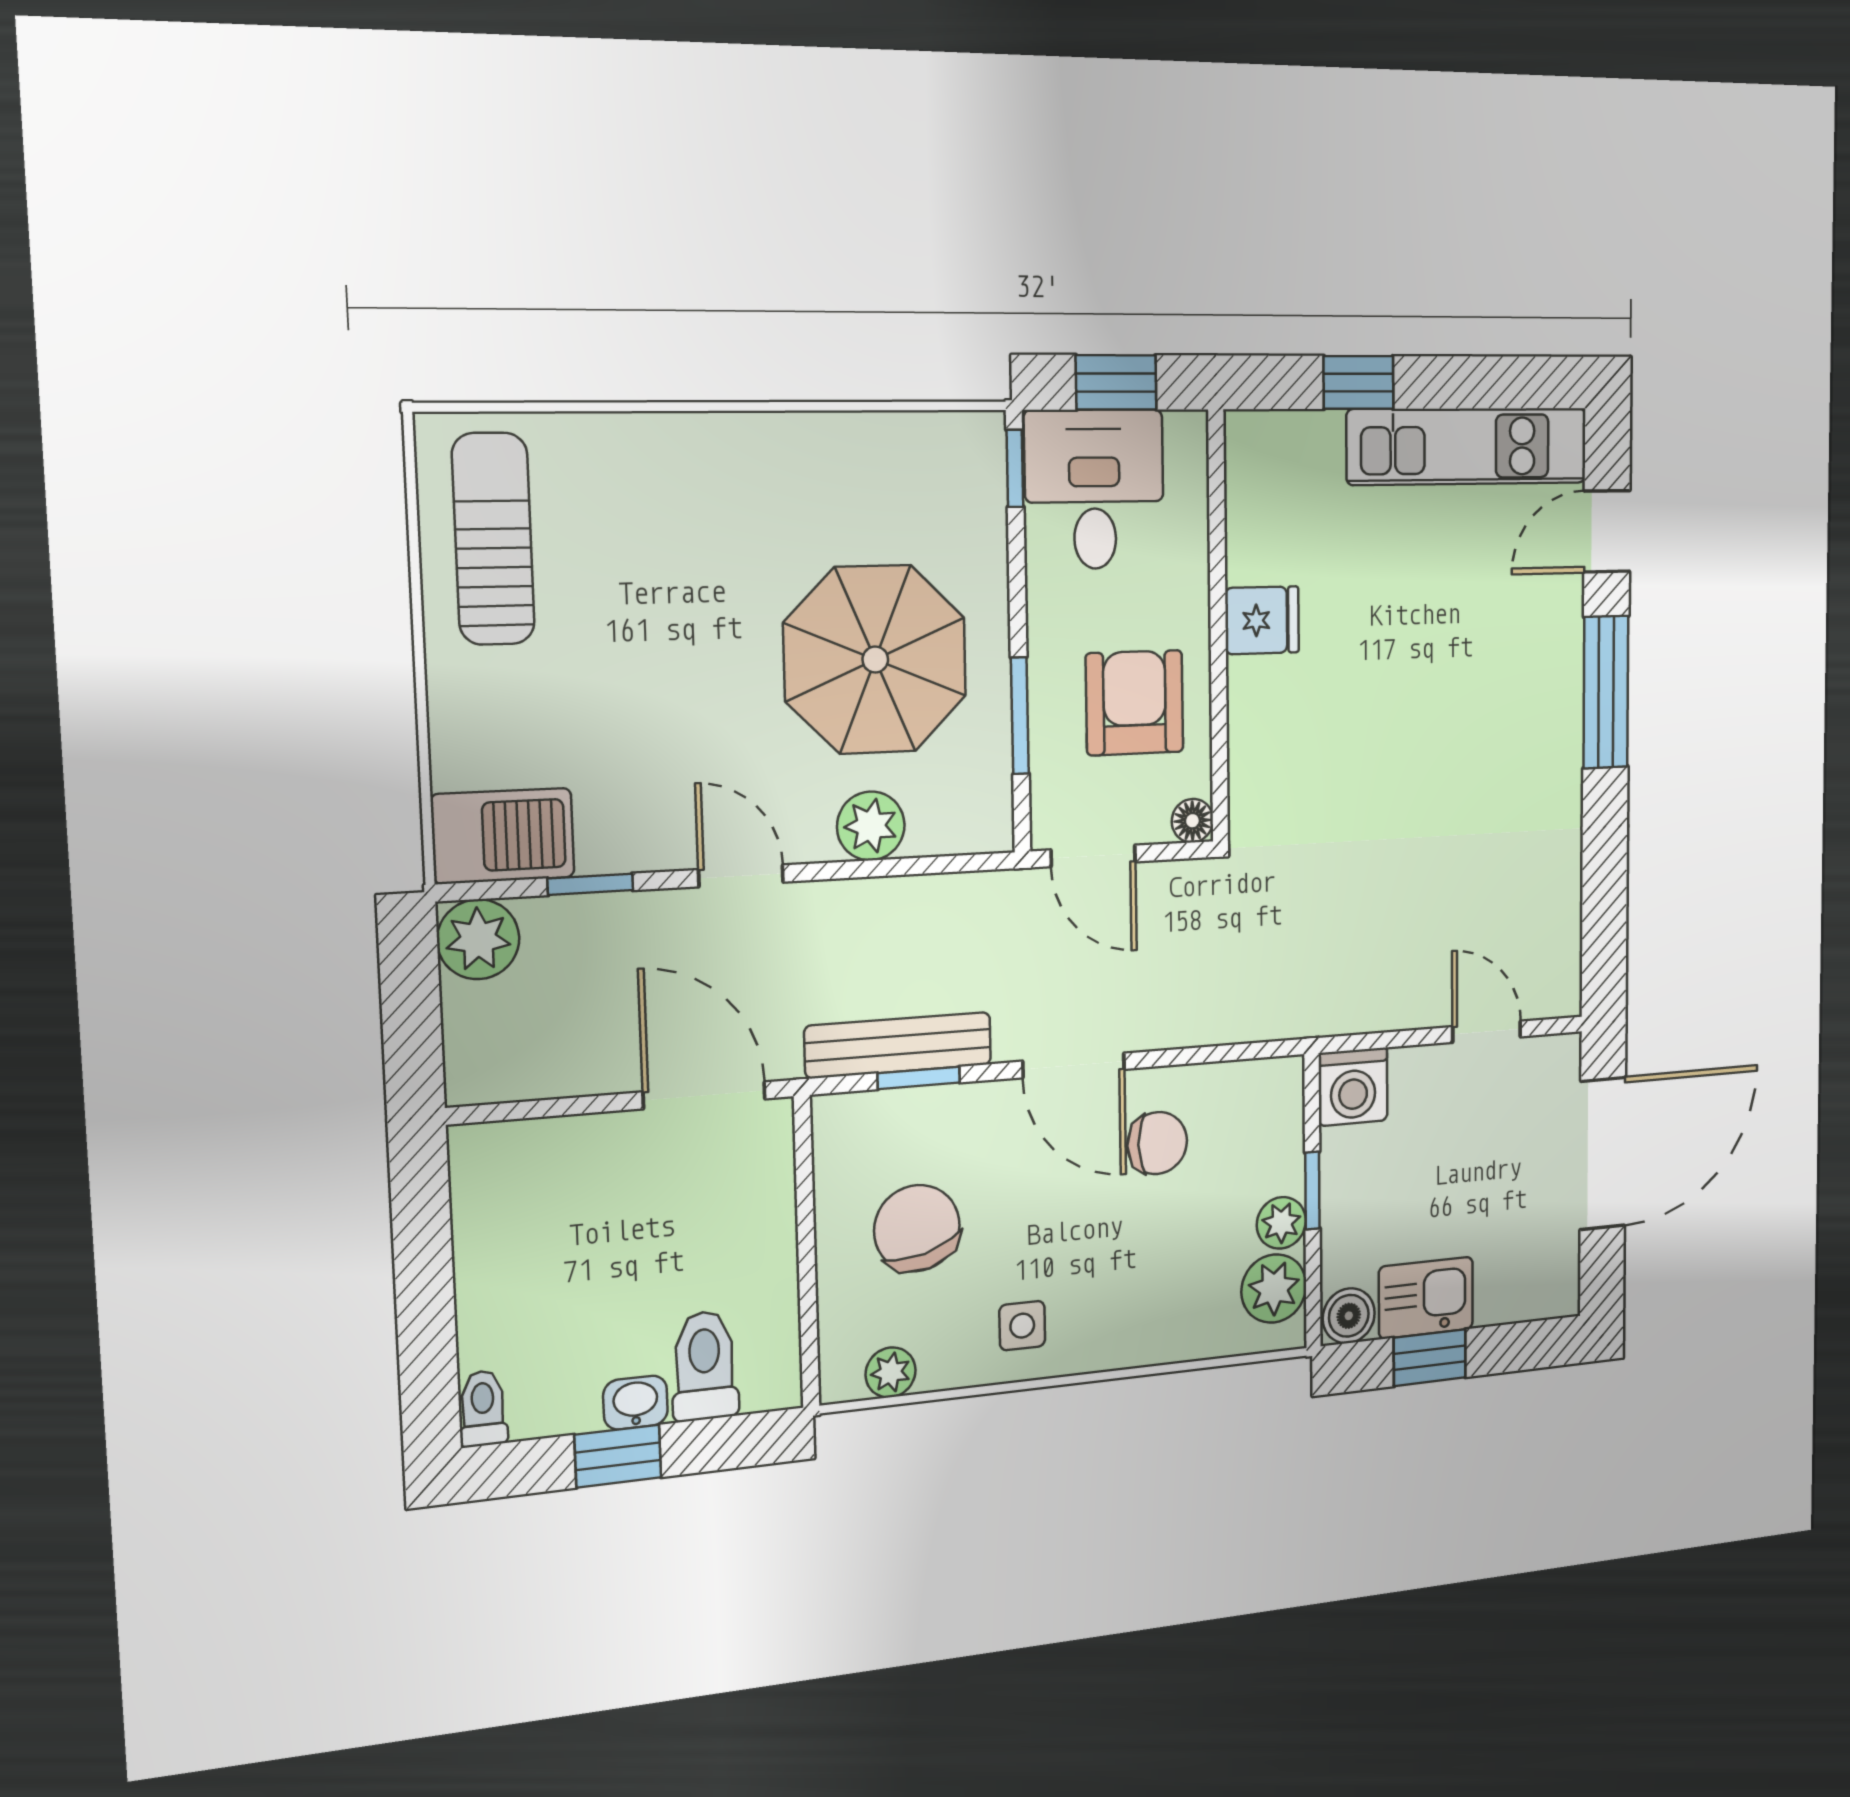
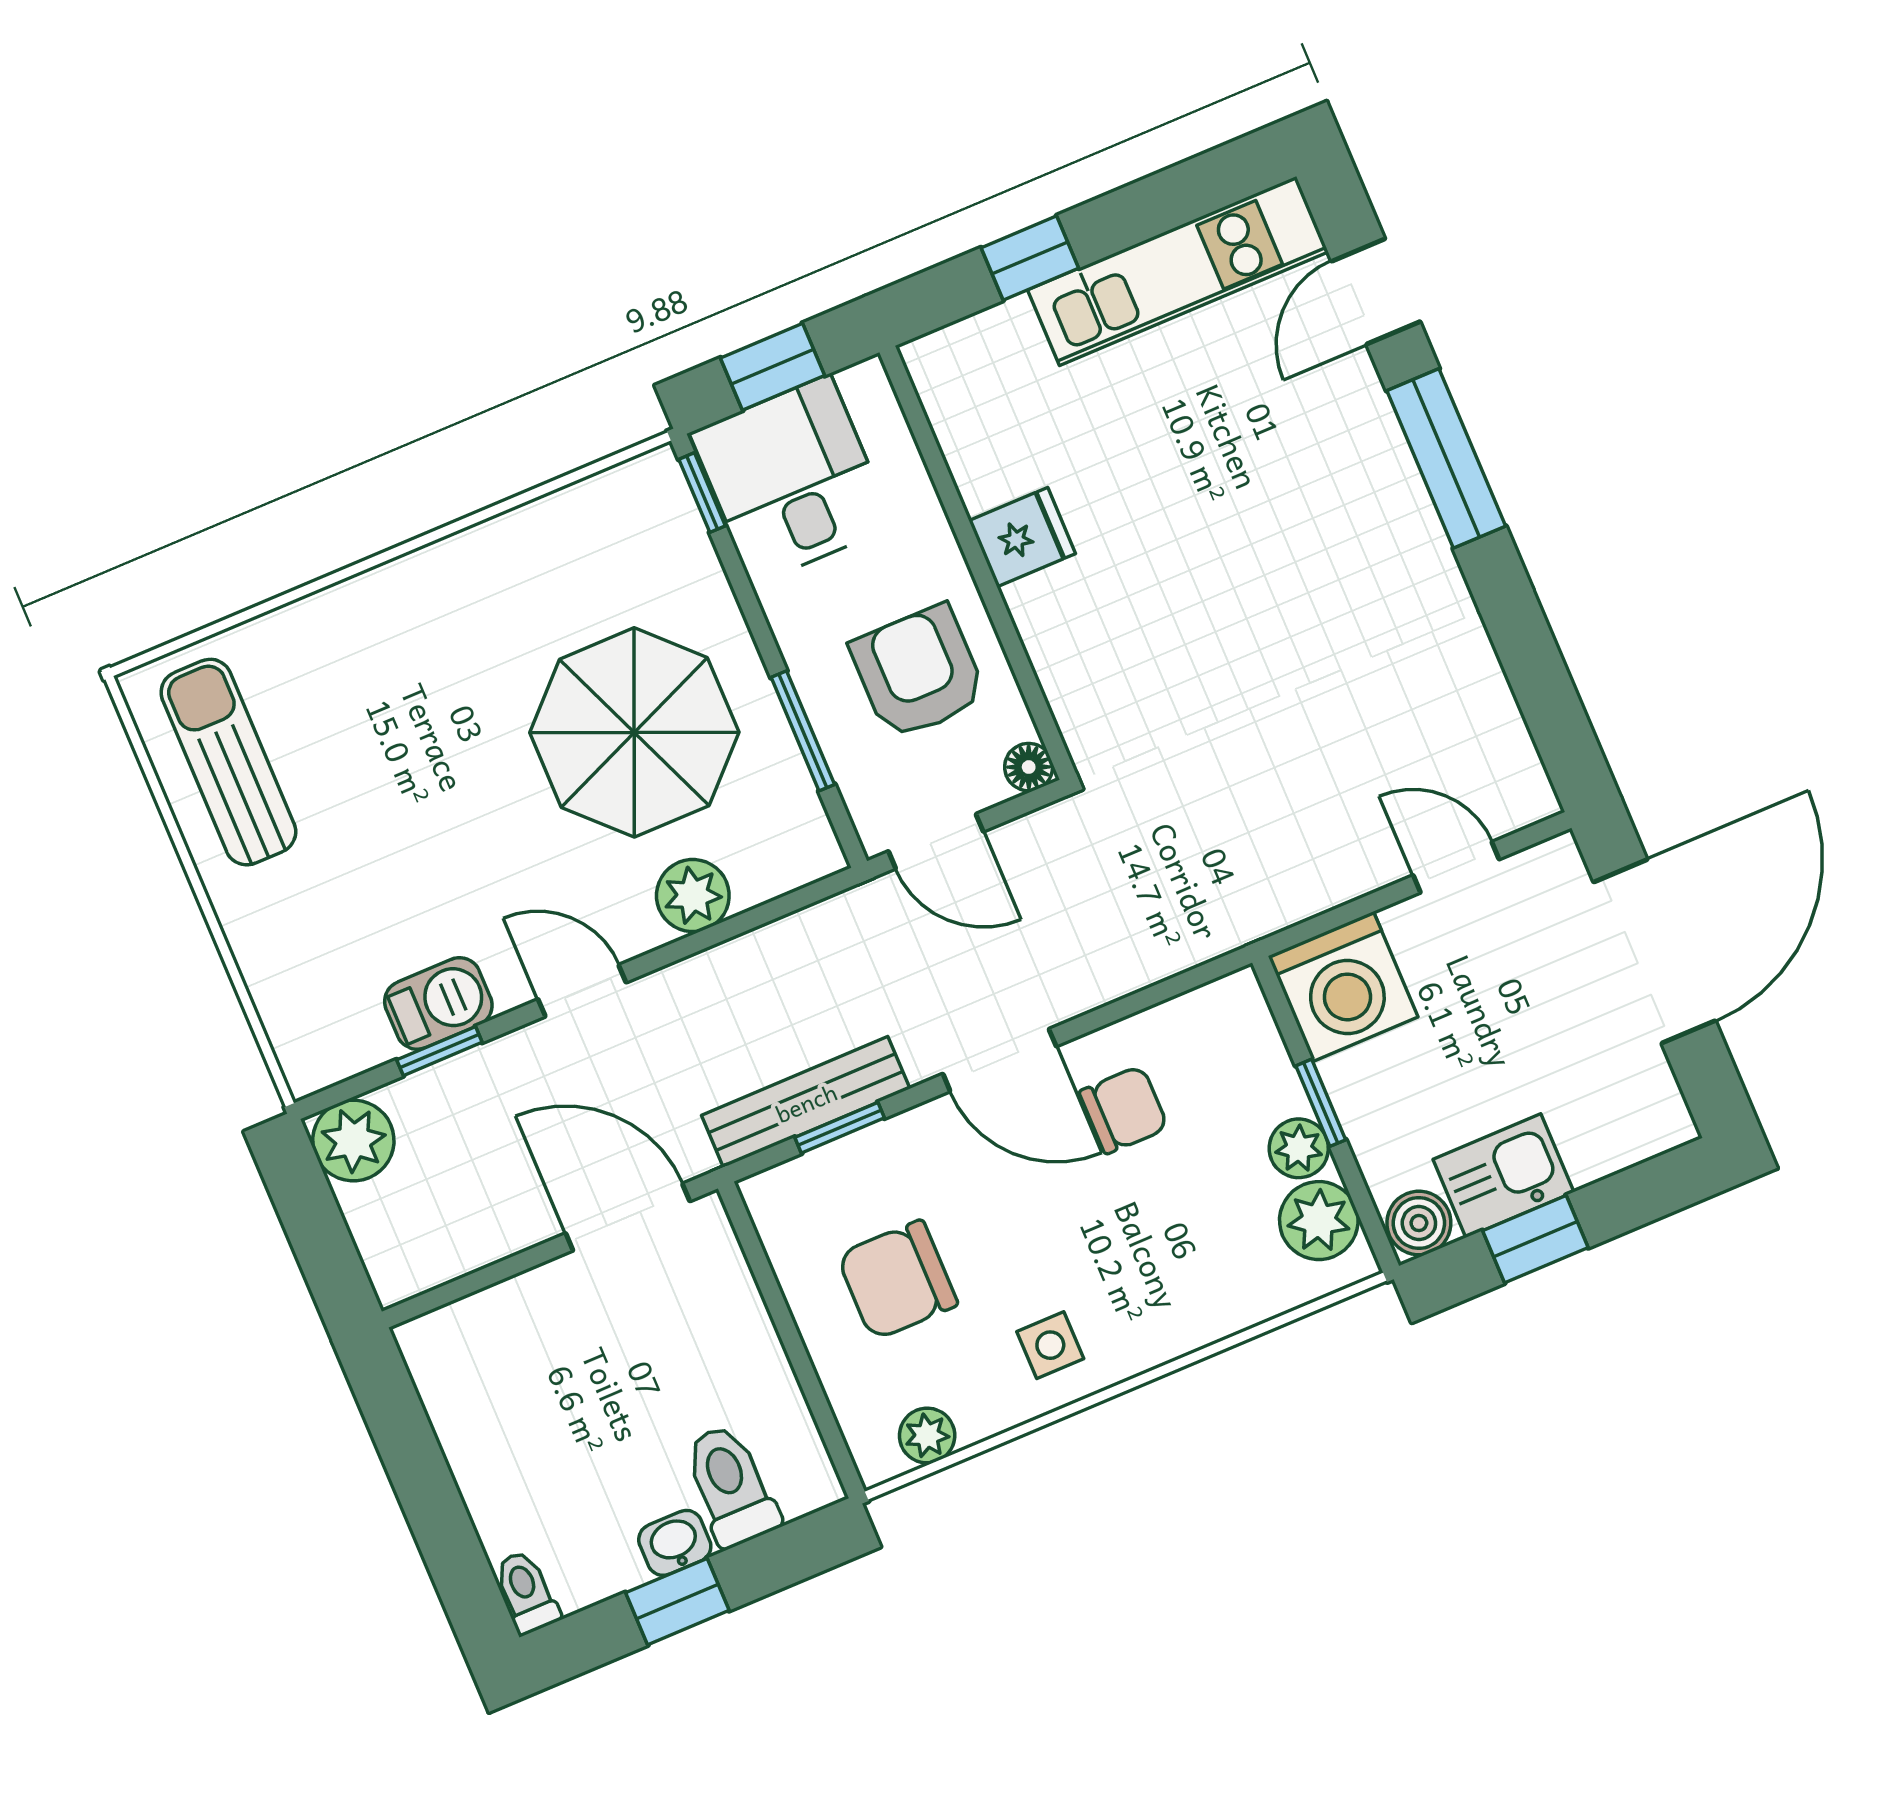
barbecue: (503, 836) -> (438, 1003), moved, width x0.73, depth x0.79
washing machine: (1353, 1087) -> (1343, 986), width x1.37, depth x1.37
chair: (917, 1228) -> (897, 1280), turned -74

